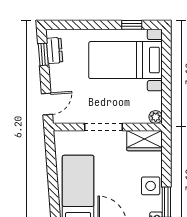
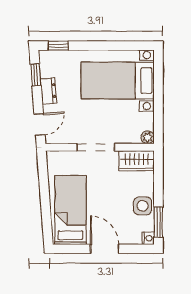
window: (132, 25) -> (58, 46), moved
dresser: (55, 50) -> (48, 91), moved

